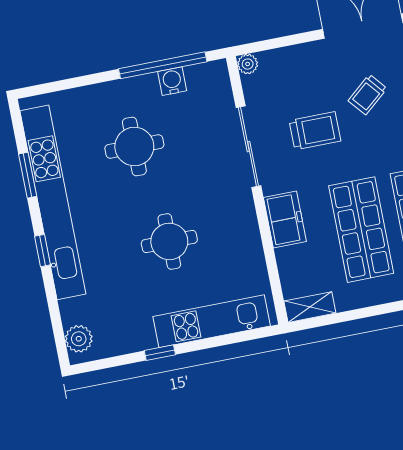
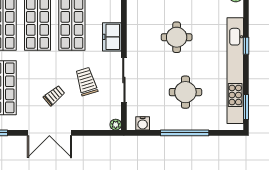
window: (163, 65) -> (185, 133), moved
water cooler: (172, 81) -> (143, 123), moved
trolley: (315, 131) -> (86, 81), turned 73
window: (28, 175) -> (246, 107), moved

